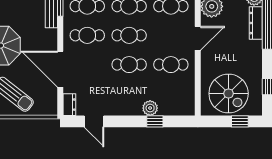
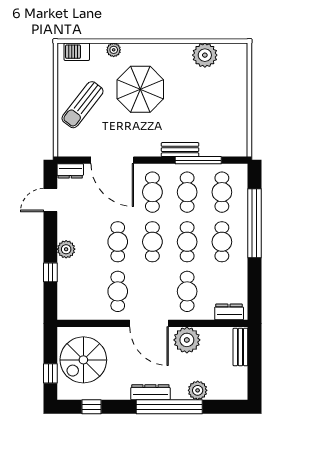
dresser: (256, 23) -> (150, 392), moved
door: (198, 38) -> (149, 323), width x1.36
door: (60, 69) -> (112, 160), swing flipped
plant: (150, 108) -> (66, 249), moved

